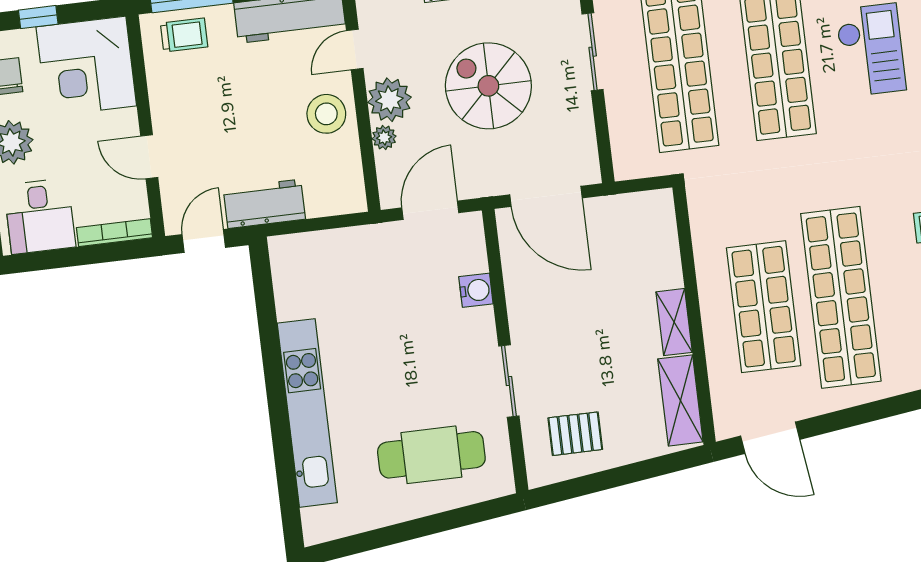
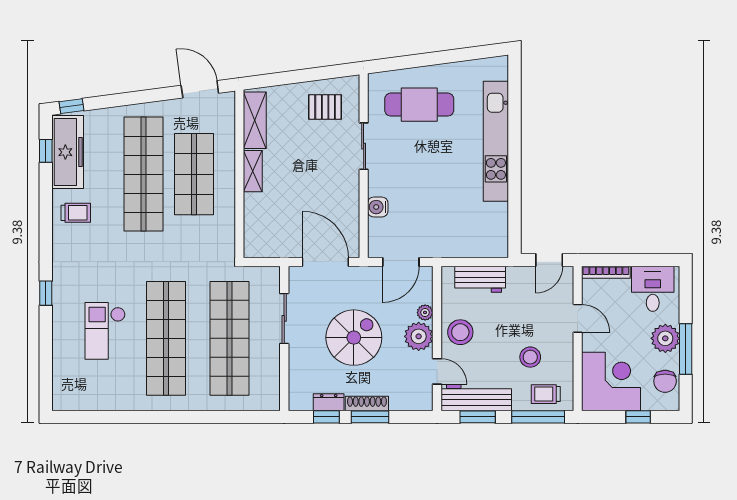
door: (355, 50) -> (437, 371), hinge flipped
sliding door: (593, 52) -> (284, 318), moved
spiral stairs: (488, 86) -> (354, 338), turned -90
stool: (215, 89) -> (530, 357), added
workbench: (264, 204) -> (480, 279), moved

